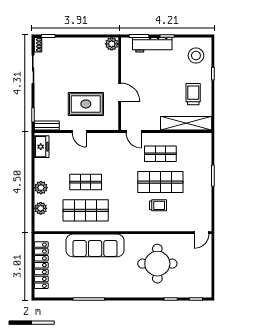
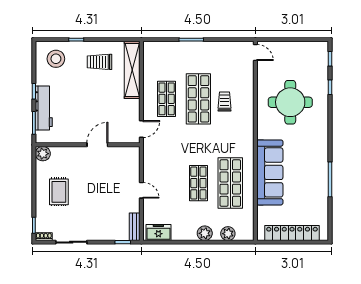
rug: (86, 104) -> (59, 192), moved, width x0.73, depth x0.70
door: (79, 132) -> (141, 190), hinge flipped

